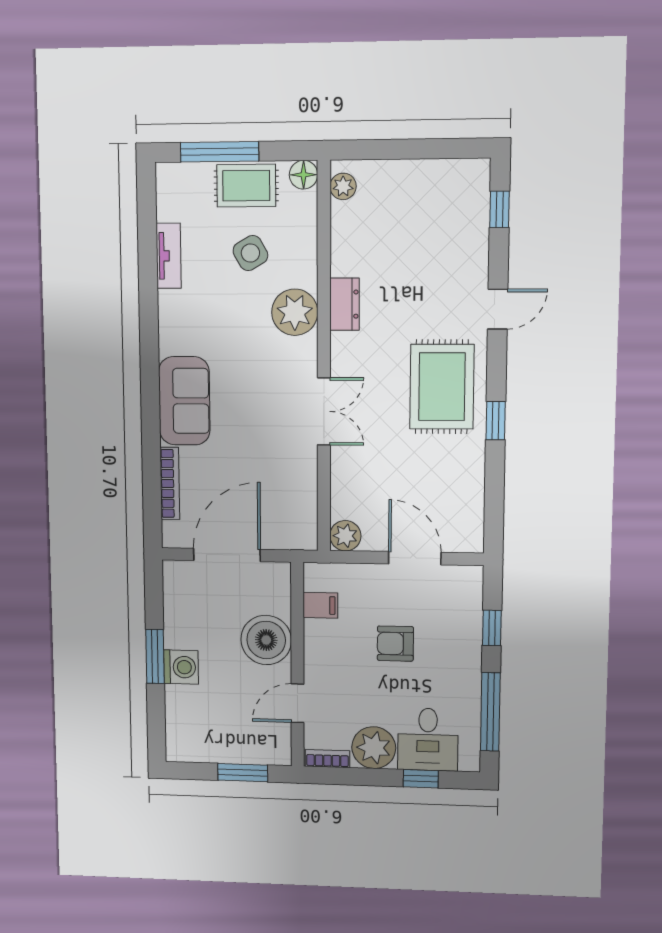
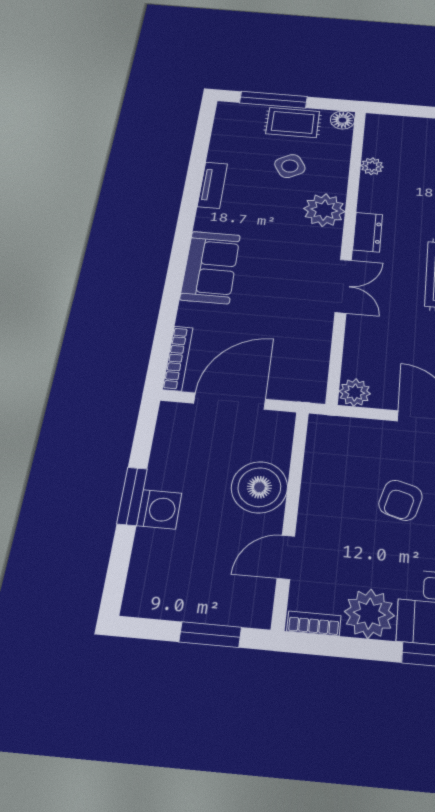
plant: (343, 186) -> (372, 166), moved
tv unit: (169, 256) -> (212, 185), moved
dresser: (345, 304) -> (368, 232), moved
bookcase: (170, 484) -> (178, 358), moved
filing cabinet: (320, 605) -> (322, 456), removed
armchair: (395, 644) -> (400, 500), turned -74

